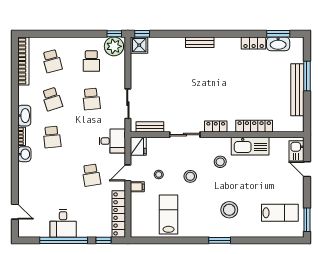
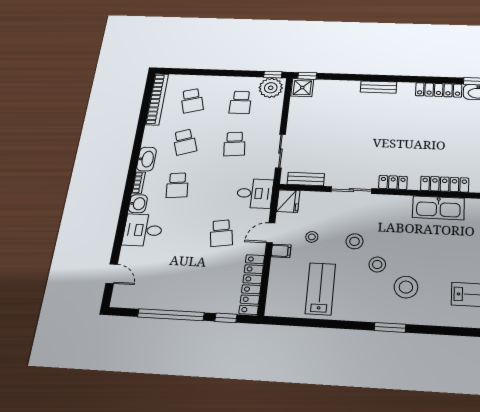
locker: (254, 43) -> (439, 90), width x1.53
stool: (220, 162) -> (377, 264), moved
desk: (63, 223) -> (143, 230), moved, turned 90

